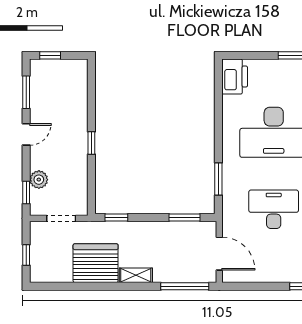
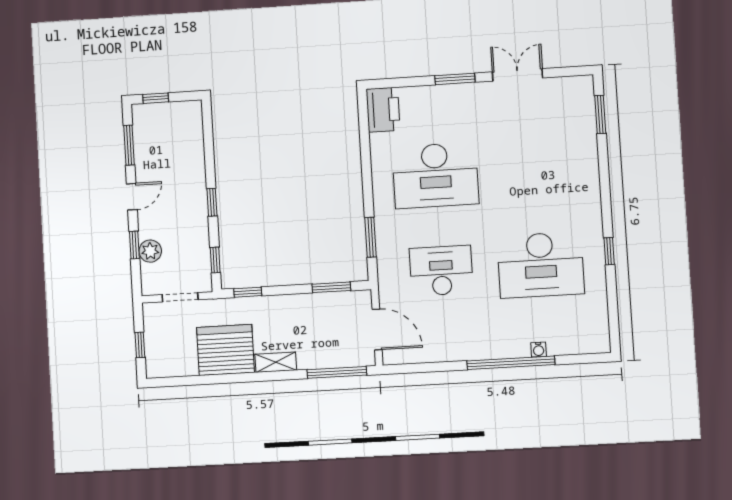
window: (91, 190) -> (215, 260), added
window: (26, 193) -> (134, 245), moved

